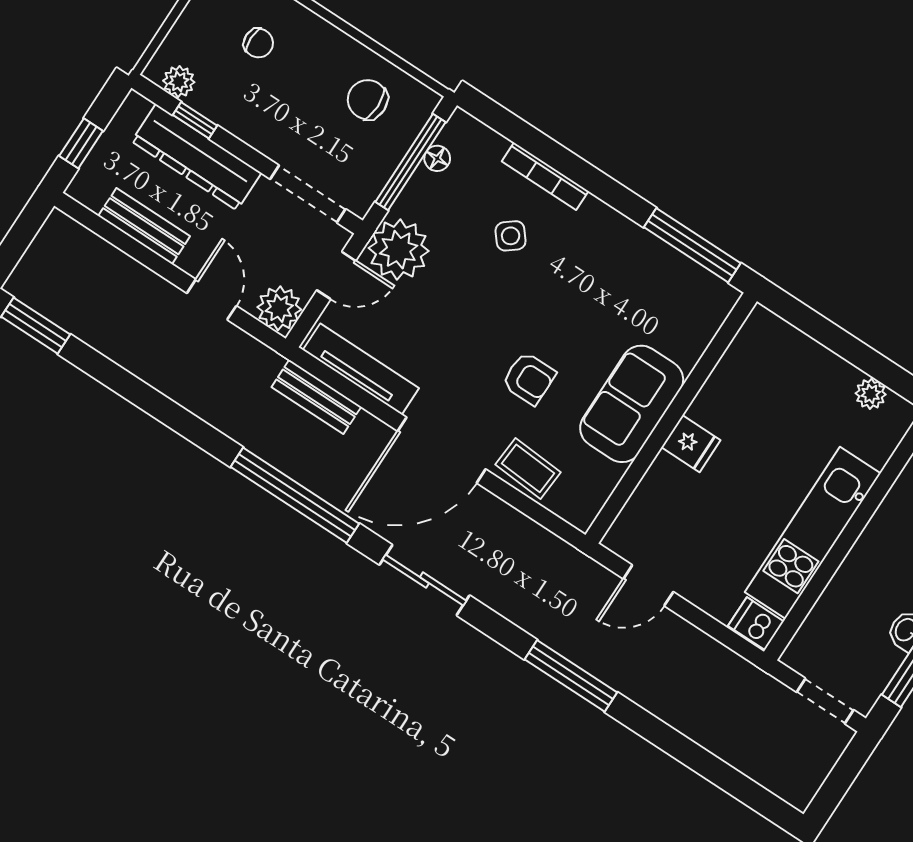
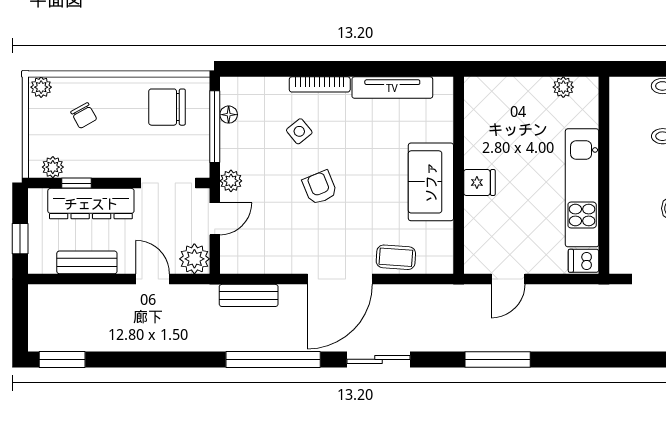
chair: (258, 43) -> (84, 116), turned 61
chair: (368, 100) -> (167, 107), width x1.37, depth x1.37
bookcase: (545, 176) -> (320, 84), moved
window: (692, 245) -> (406, 69), removed
plant: (399, 250) -> (231, 181), width x0.53, depth x0.53
tv unit: (361, 369) -> (392, 88), moved, turned 180
armchair: (529, 378) -> (320, 188), moved, turned -112

